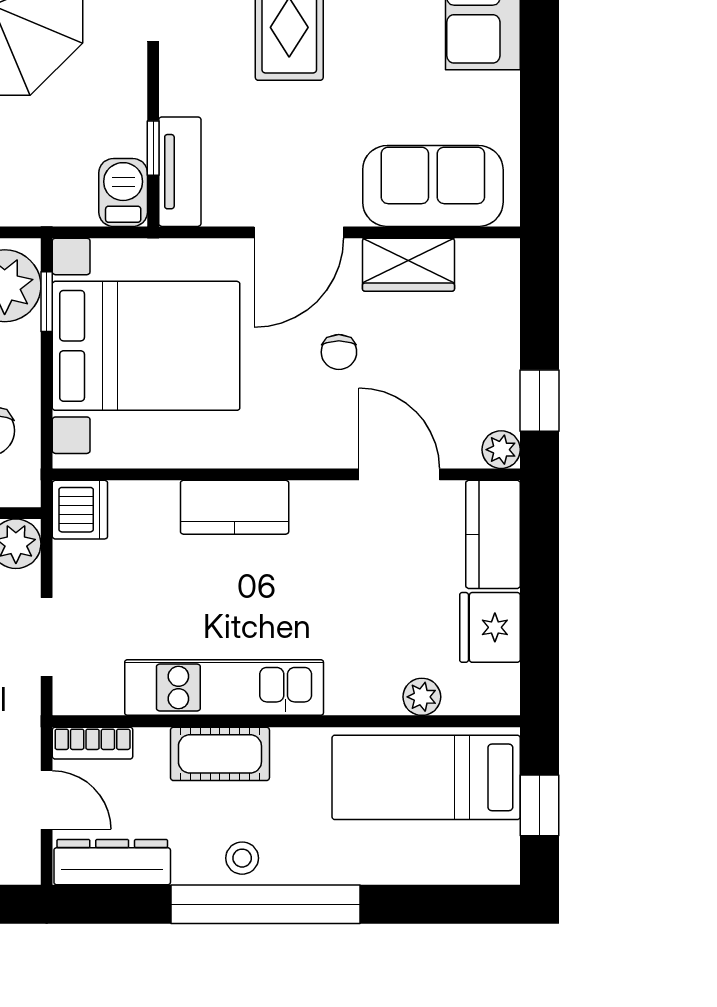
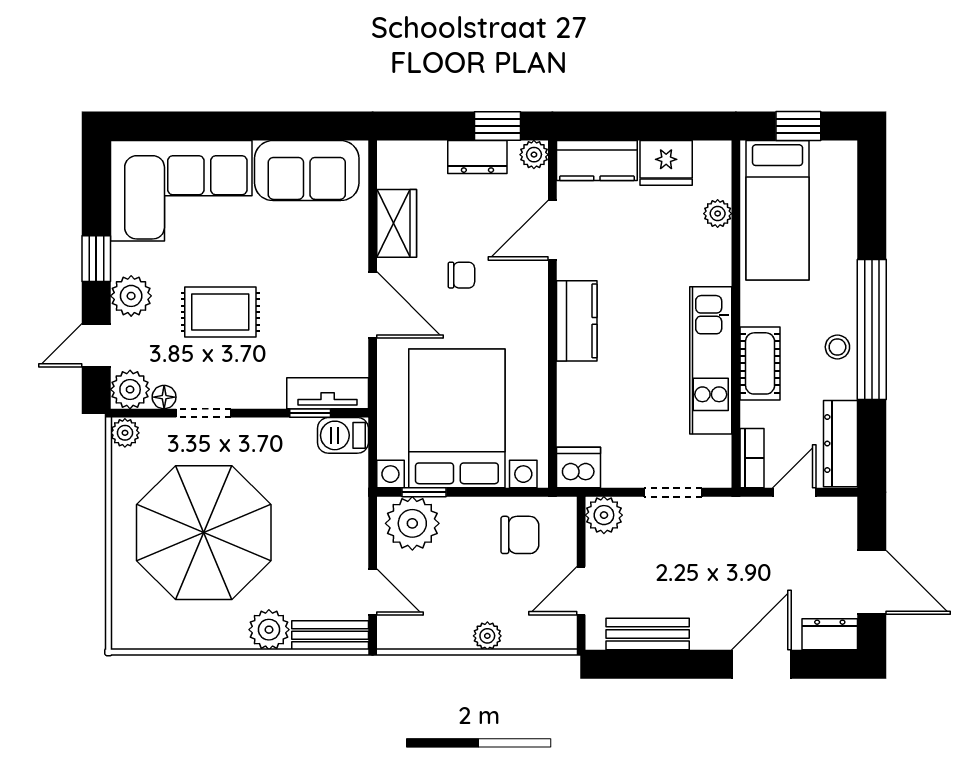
sofa: (433, 186) -> (307, 171), moved, turned -90
dresser: (498, 373) -> (477, 157), added
kitchen counter: (235, 507) -> (577, 321), moved

